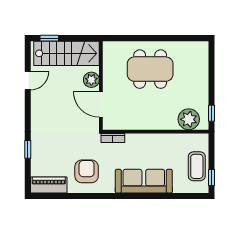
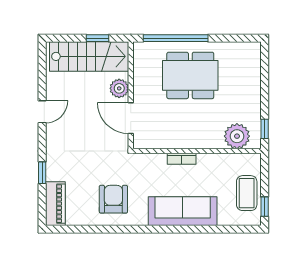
window: (49, 38) -> (97, 38), moved
window: (138, 38) -> (176, 38), added
door: (28, 81) -> (42, 112), moved
bookcase: (113, 138) -> (182, 159), moved
piano: (49, 185) -> (55, 204), moved, turned 90

